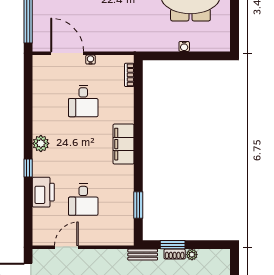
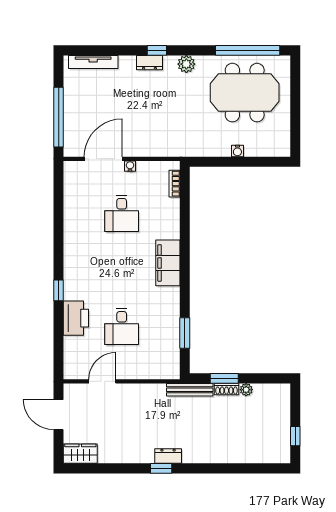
door: (67, 53) -> (103, 159), hinge flipped
plant: (41, 143) -> (73, 262), removed
bench: (143, 255) -> (190, 390), width x1.36

